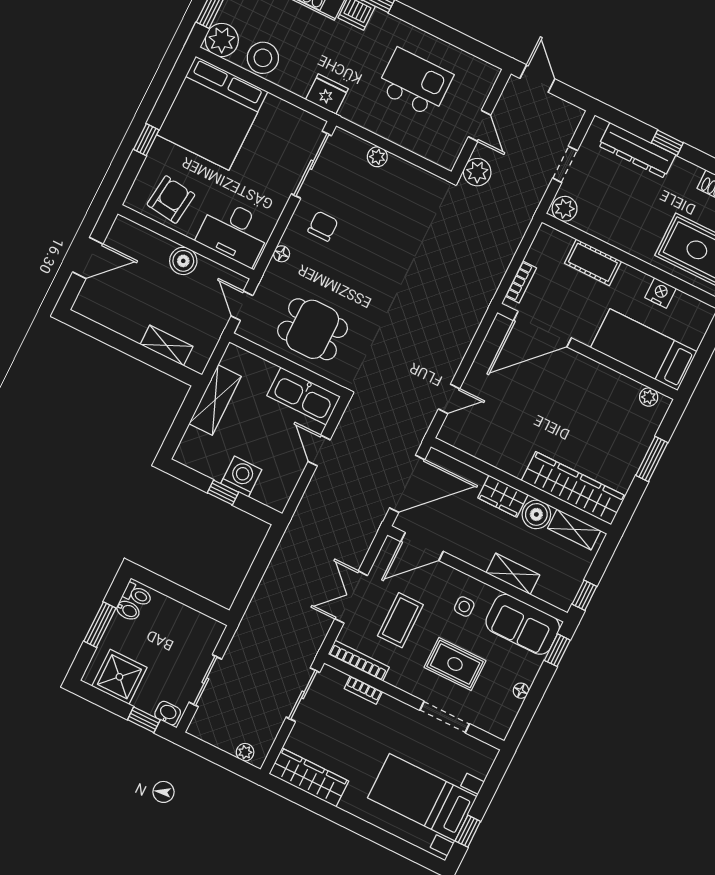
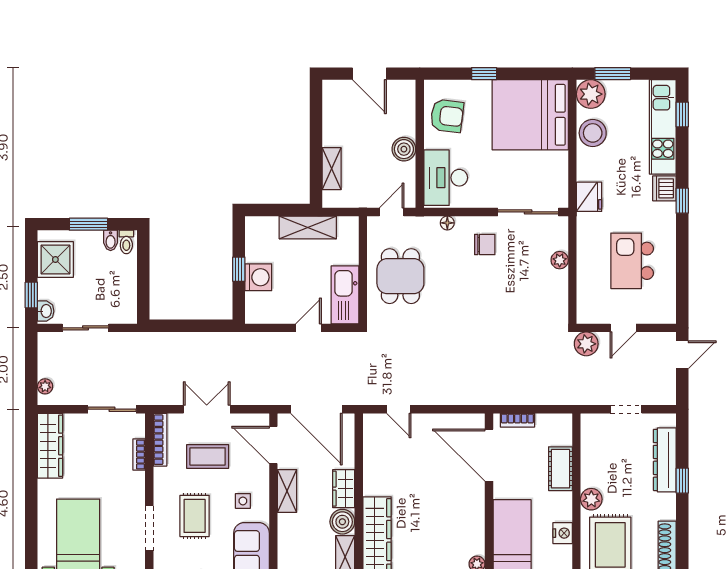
kitchen island: (415, 82) -> (632, 261), turned 180
plant: (565, 209) -> (591, 499), moved
shelving: (513, 574) -> (287, 491), moved

